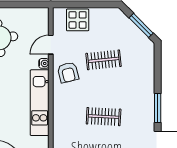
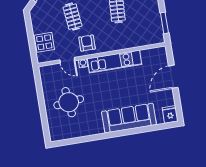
armchair: (68, 72) -> (87, 43), turned -76

